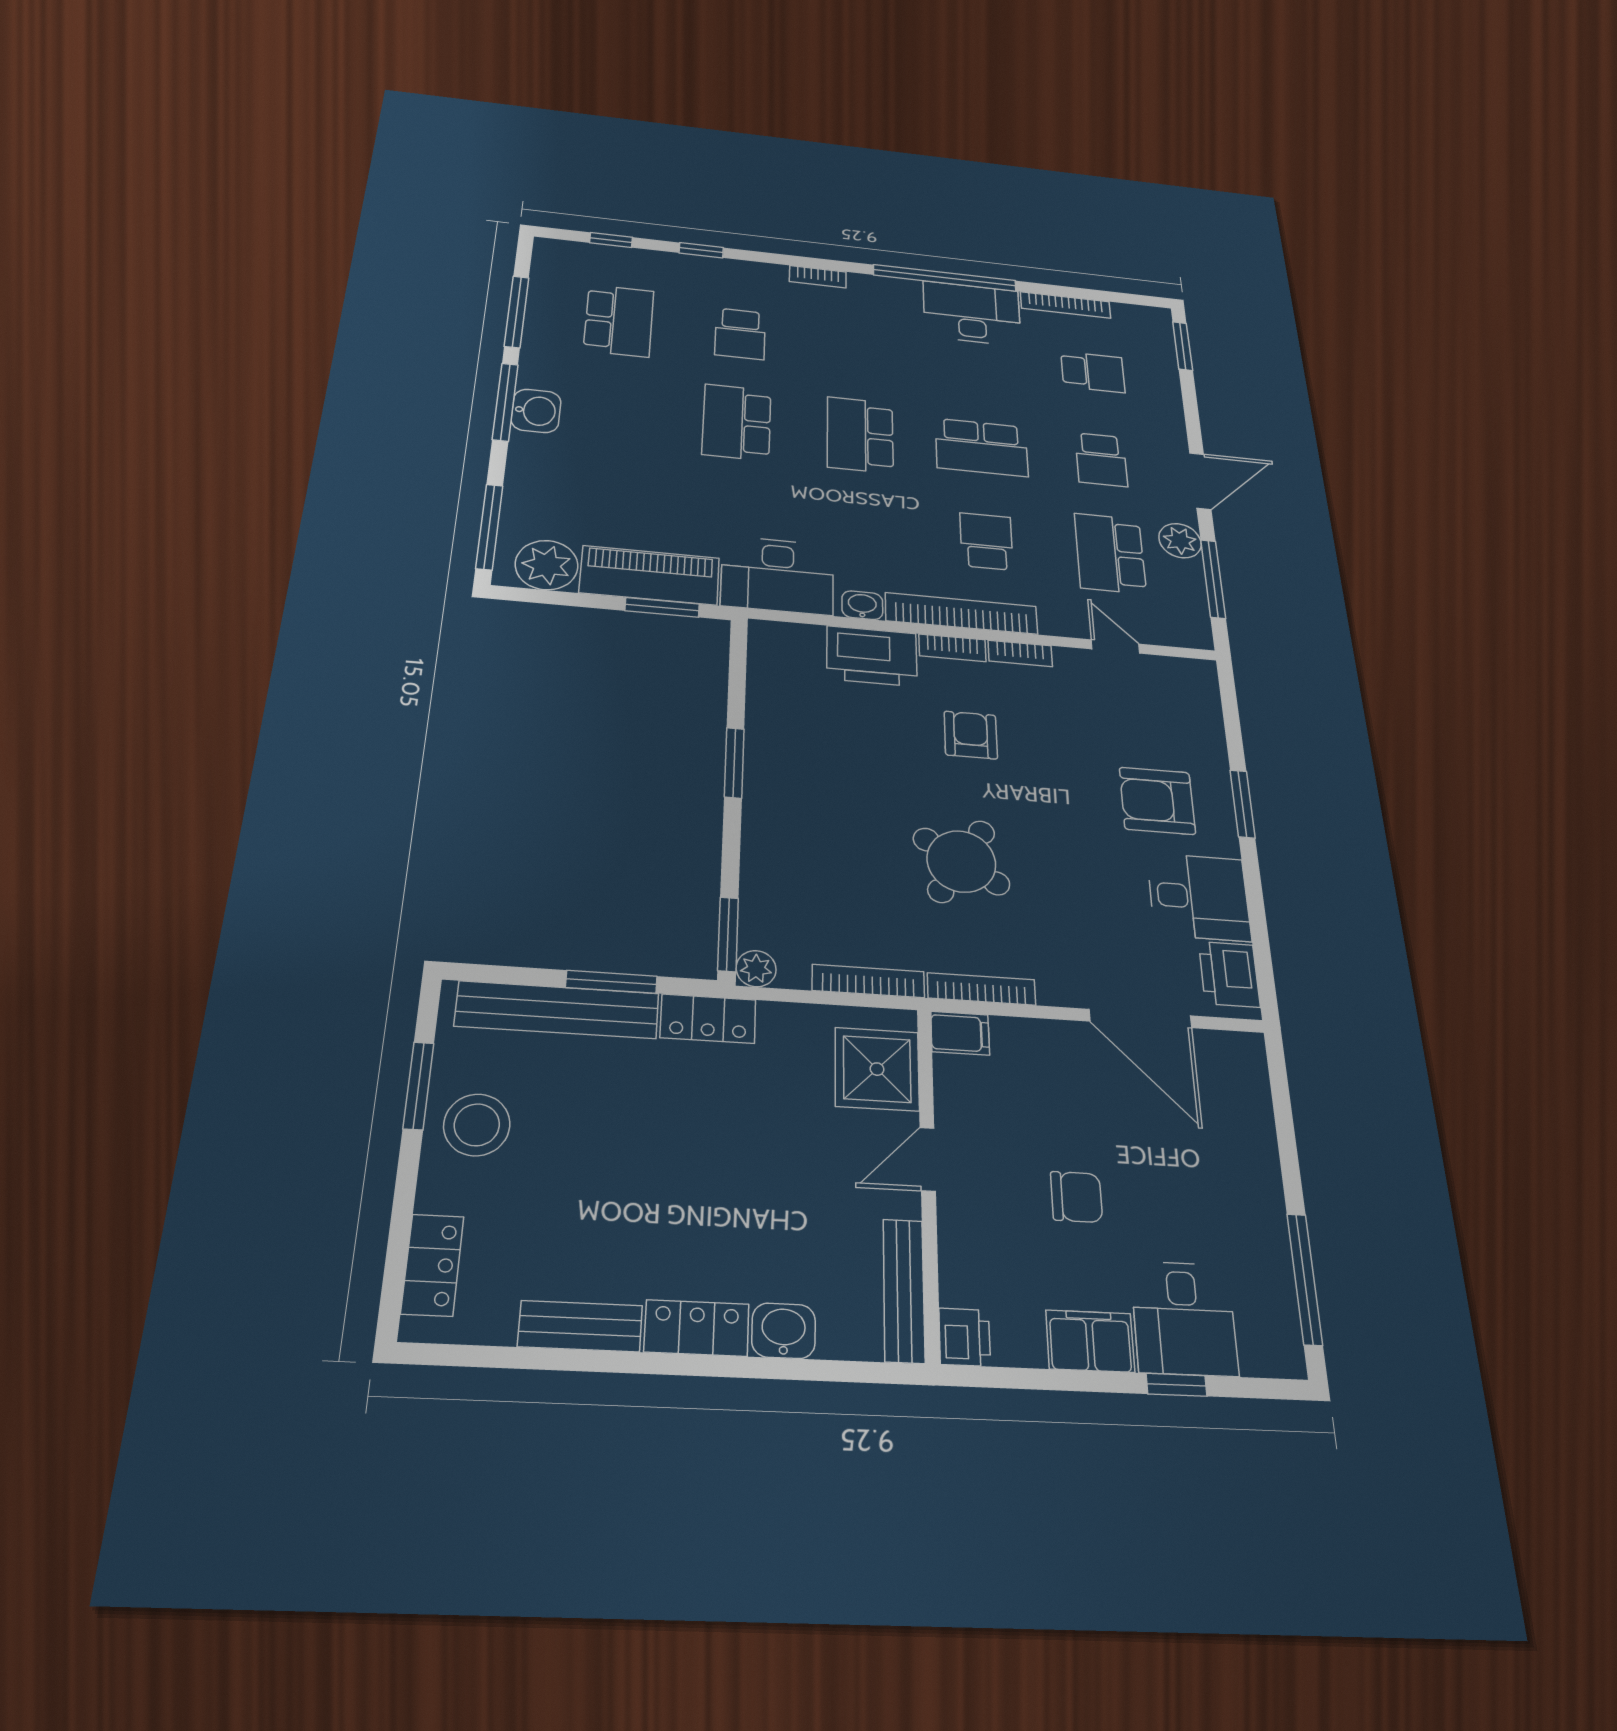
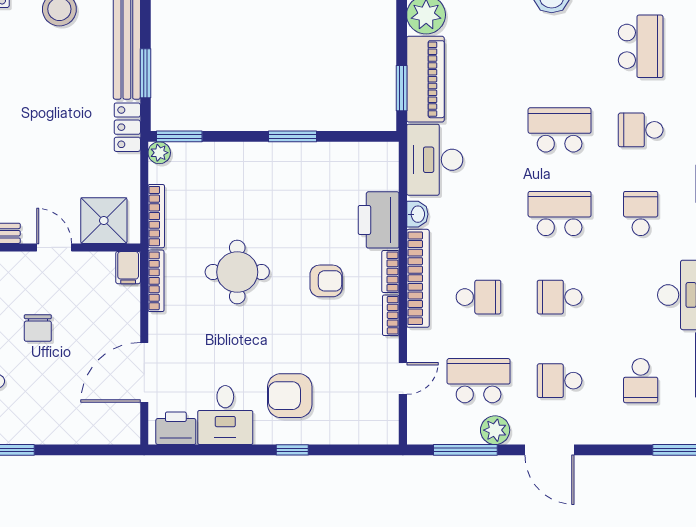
school desk: (619, 321) -> (641, 46), turned -90
school desk: (860, 347) -> (641, 213), added
school desk: (982, 447) -> (560, 297), width x0.54
armchair: (1157, 801) -> (290, 396), turned -90
window: (1242, 804) -> (292, 450), width x0.67
round table: (961, 861) -> (237, 272), turned -32

